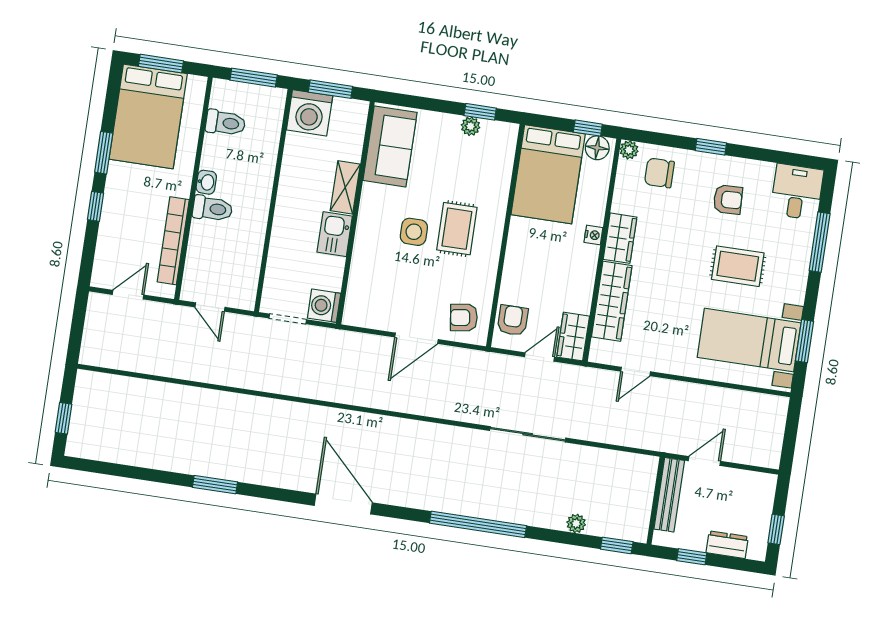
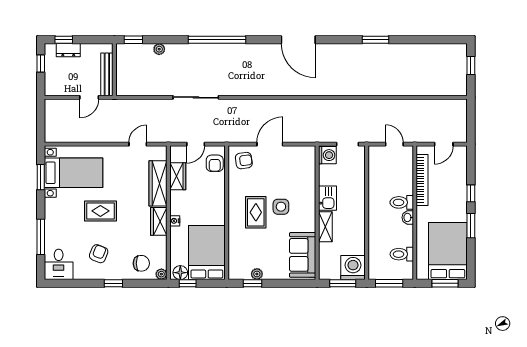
armchair: (728, 200) -> (99, 254), turned 114
rug: (738, 266) -> (100, 211), moved
wardrobe: (573, 337) -> (178, 176), moved
window: (692, 557) -> (64, 40), moved

